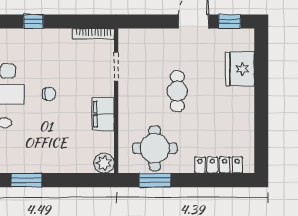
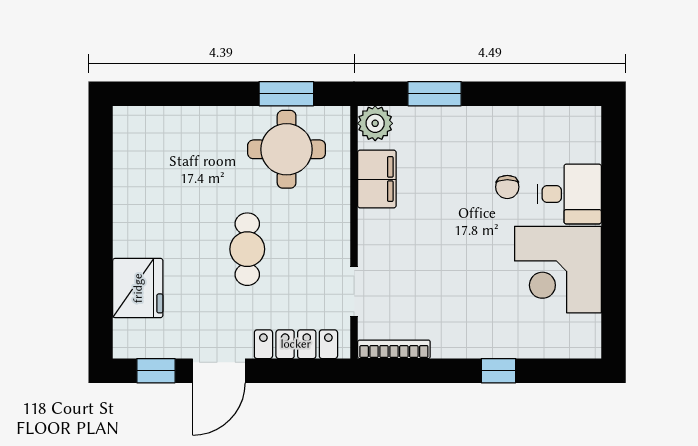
chair: (49, 94) -> (507, 187), moved, turned -90
filing cabinet: (103, 114) -> (377, 179), moved
locker: (219, 165) -> (296, 344), moved, turned 180
window: (27, 180) -> (435, 94), moved

